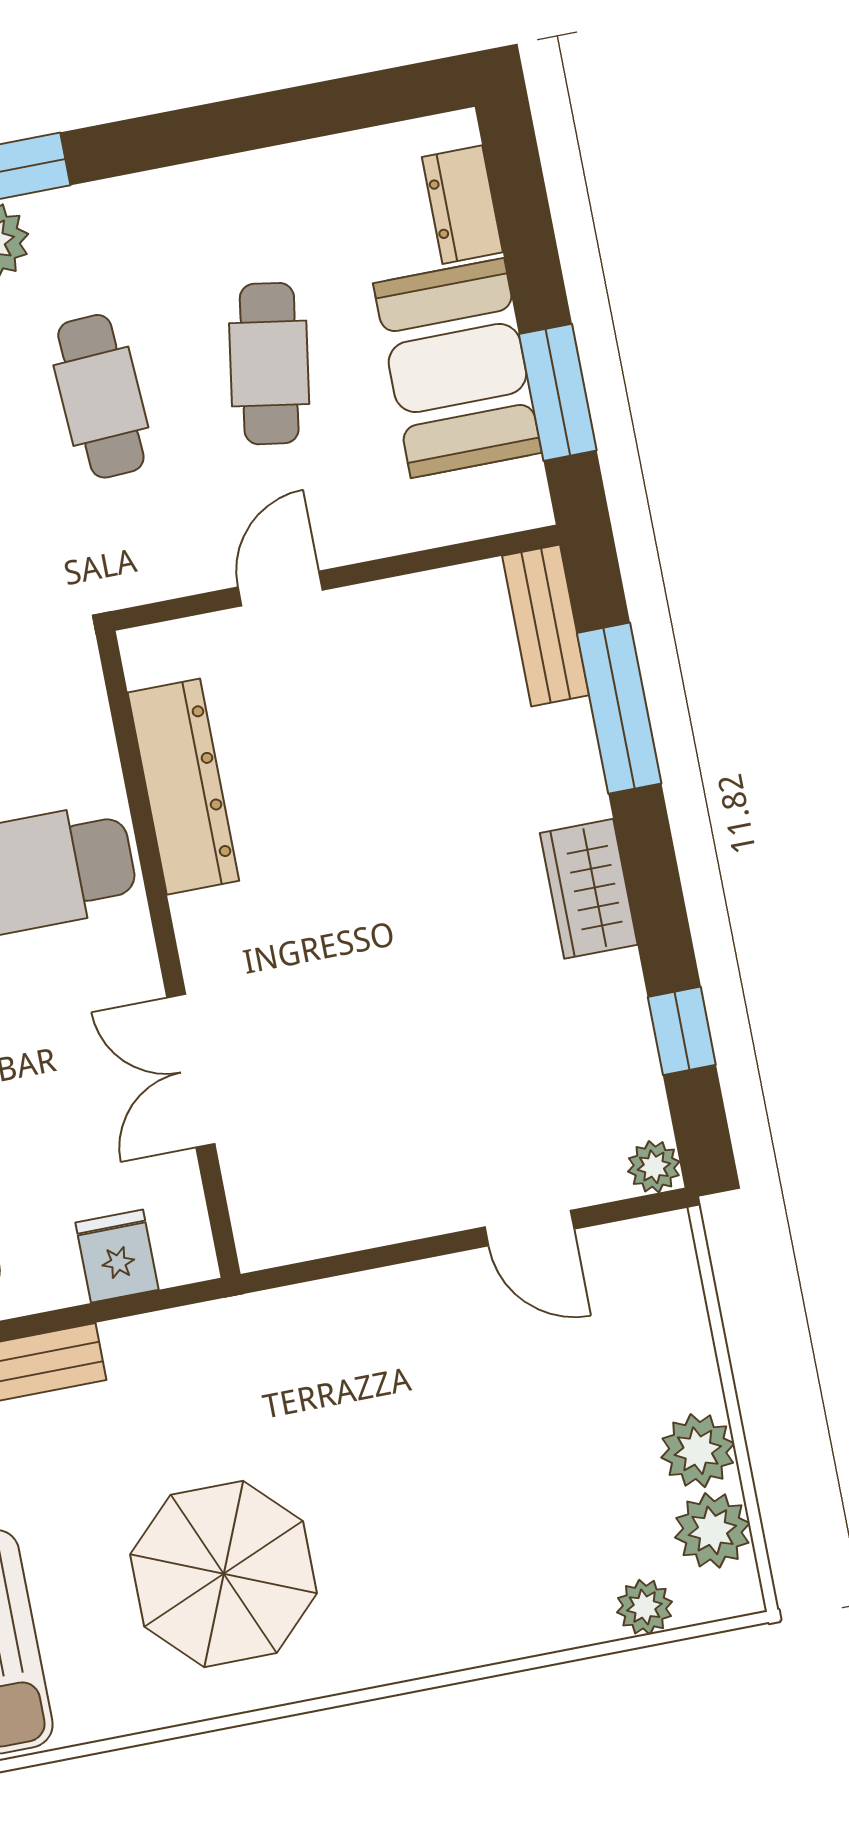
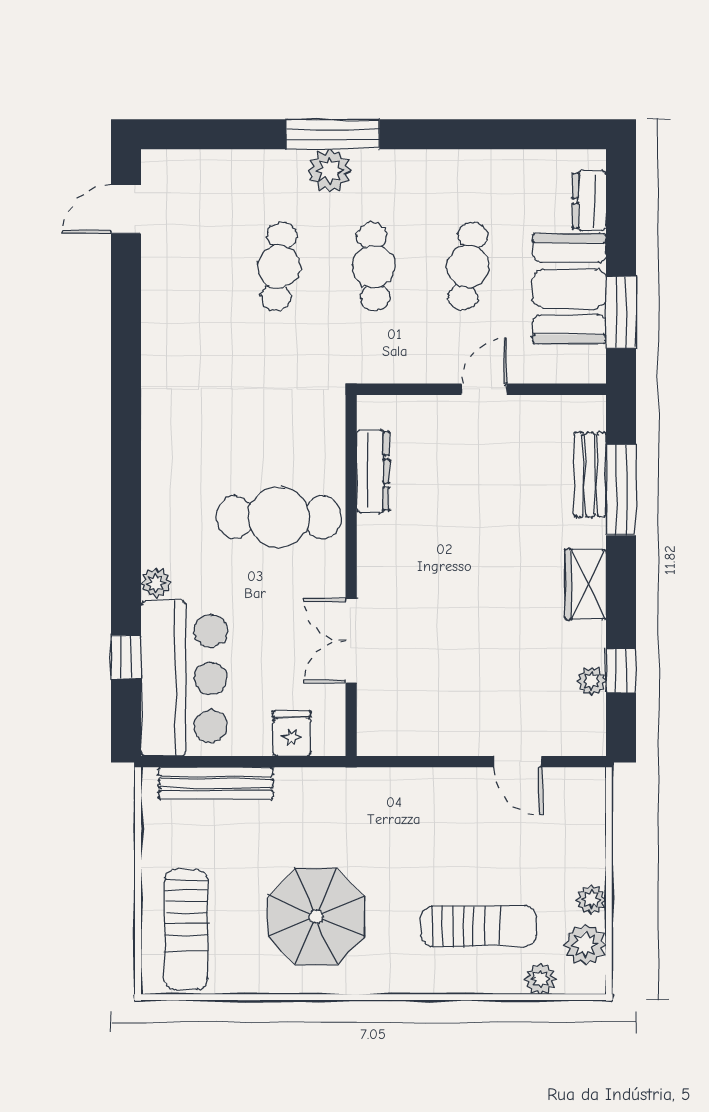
door: (280, 588) -> (484, 389), moved
bench: (546, 626) -> (590, 475), moved
dresser: (183, 787) -> (373, 471), width x0.73, depth x0.80
plant: (654, 1167) -> (592, 681), moved
plant: (698, 1451) -> (591, 900), width x0.73, depth x0.73
sun lounger: (517, 1534) -> (479, 926), added

